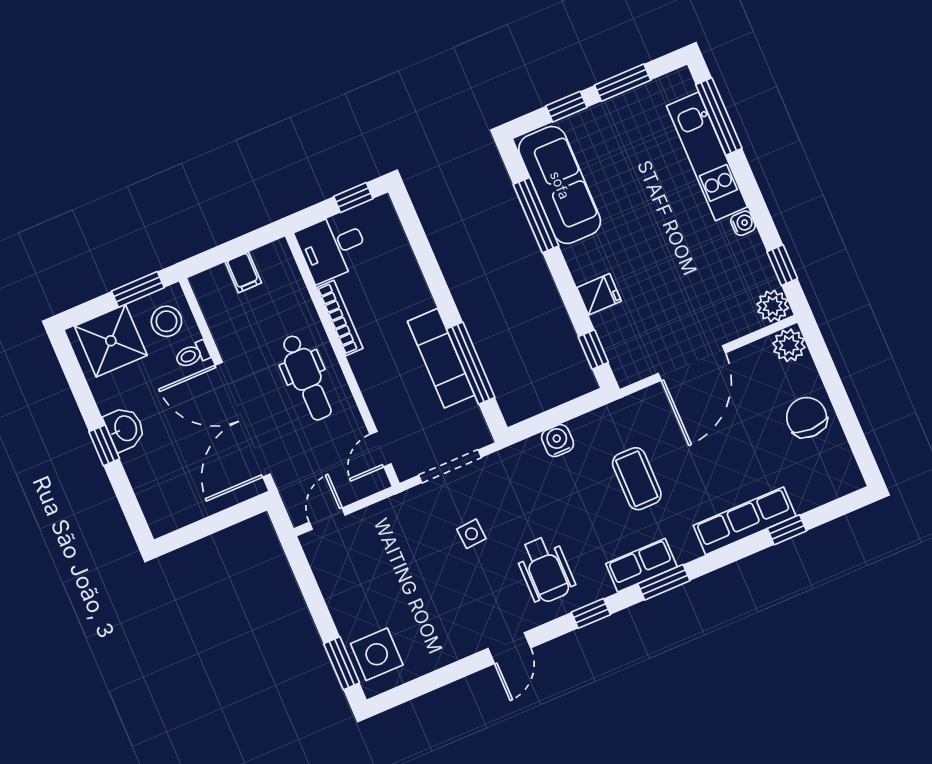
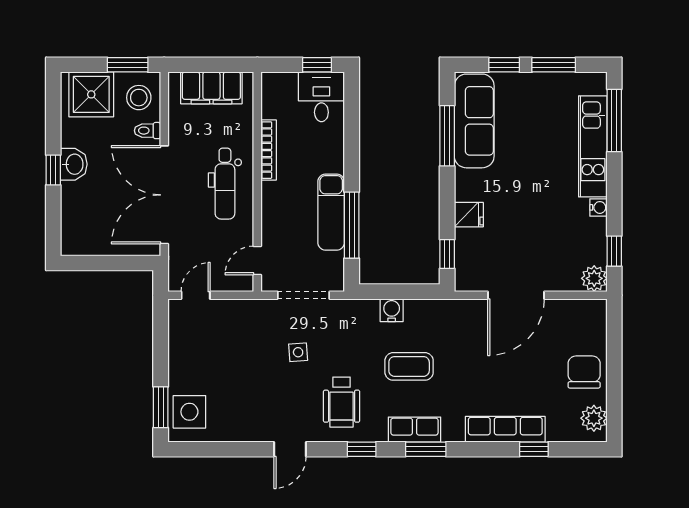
desk: (333, 247) -> (321, 97), moved, turned 90
filing cabinet: (243, 272) -> (211, 88), width x3.00, depth x1.17
plant: (789, 345) -> (594, 418), moved
coffee table: (637, 479) -> (409, 366), moved, turned 90

